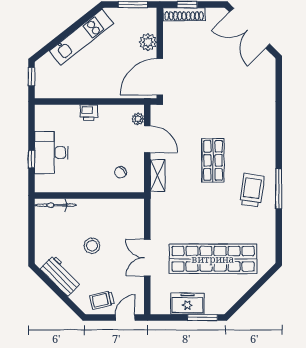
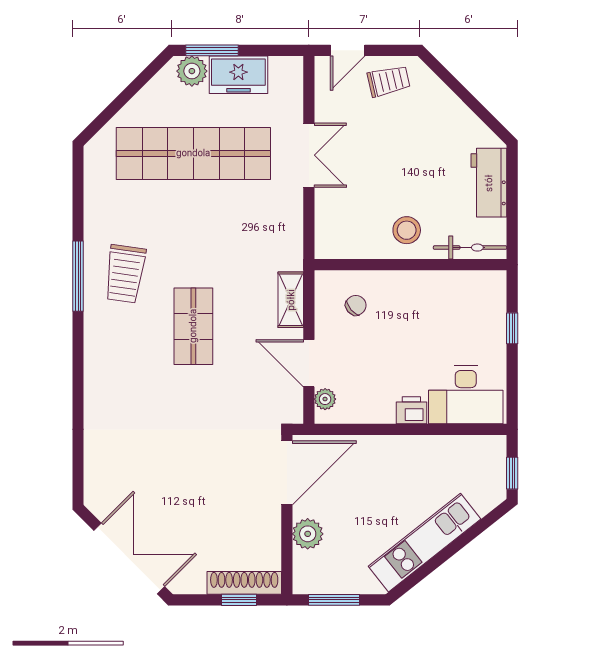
desk: (51, 153) -> (466, 395), moved, turned 90
stool: (92, 246) -> (407, 230), moved
workbench: (61, 275) -> (489, 183), moved, turned 45
plant: (214, 306) -> (192, 71), added

